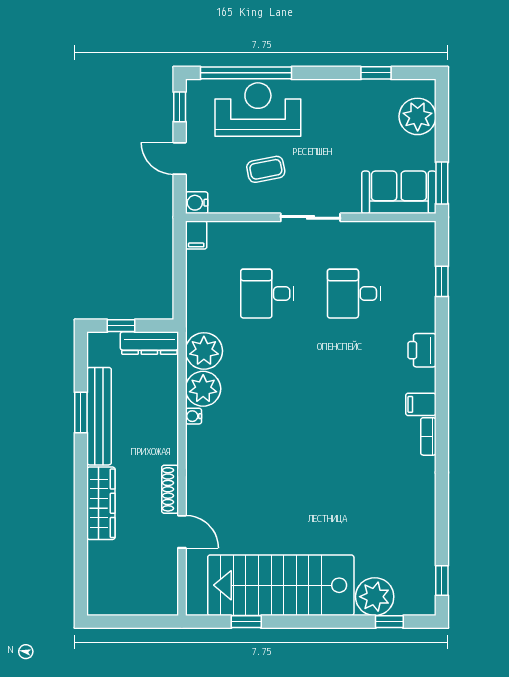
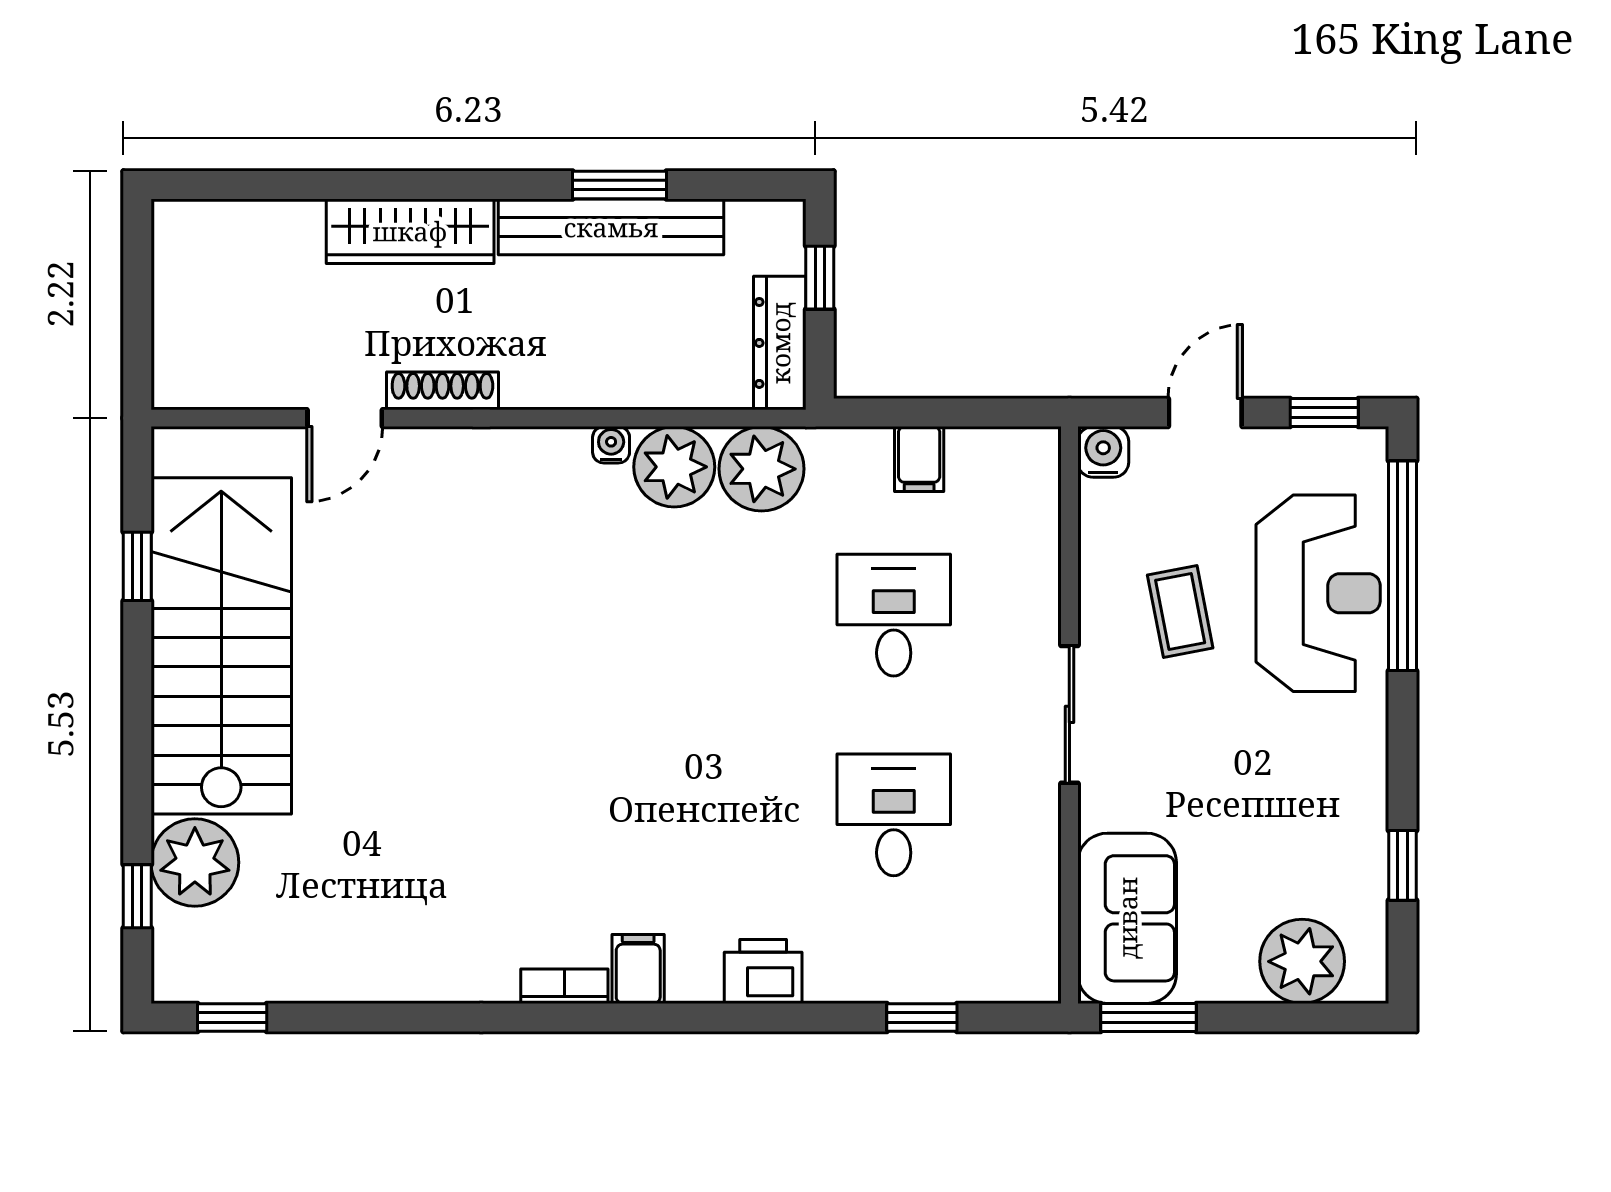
filing cabinet: (196, 235) -> (919, 459), moved, turned -90

